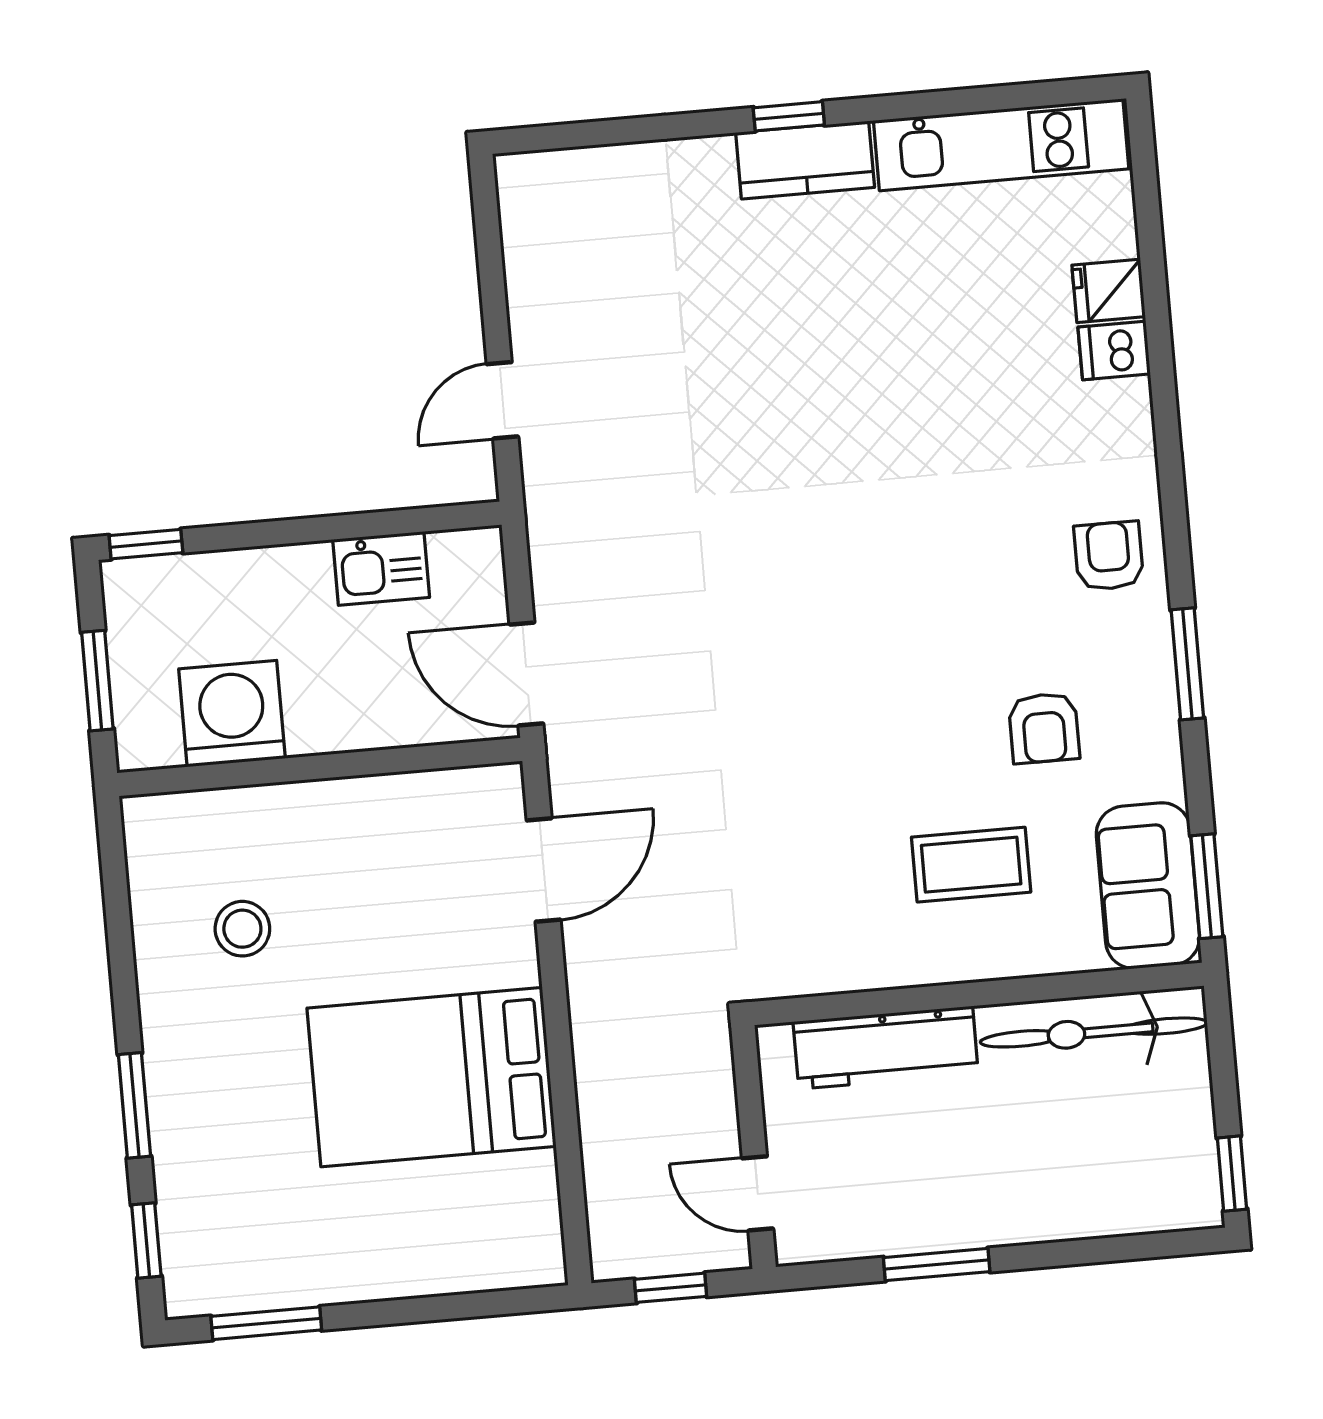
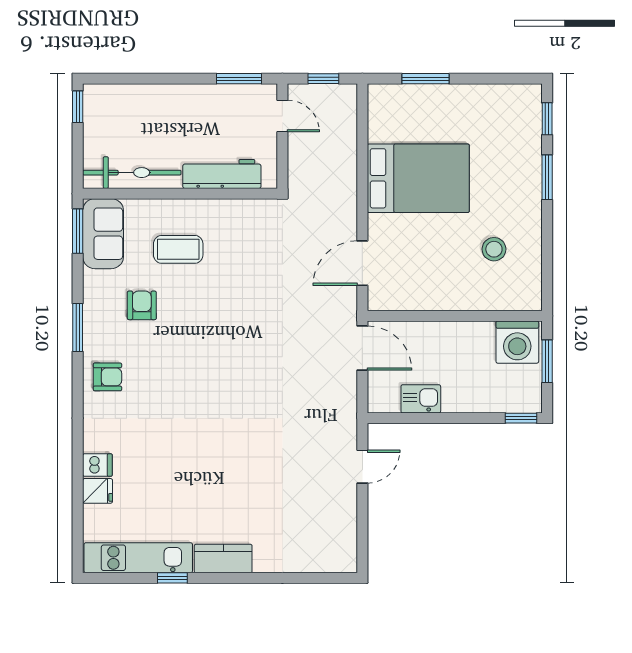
window: (789, 116) -> (172, 578), moved
armchair: (1109, 556) -> (107, 377), turned -90
washing machine: (232, 714) -> (517, 342), moved
window: (937, 1265) -> (239, 79), moved
window: (266, 1323) -> (426, 79), moved

